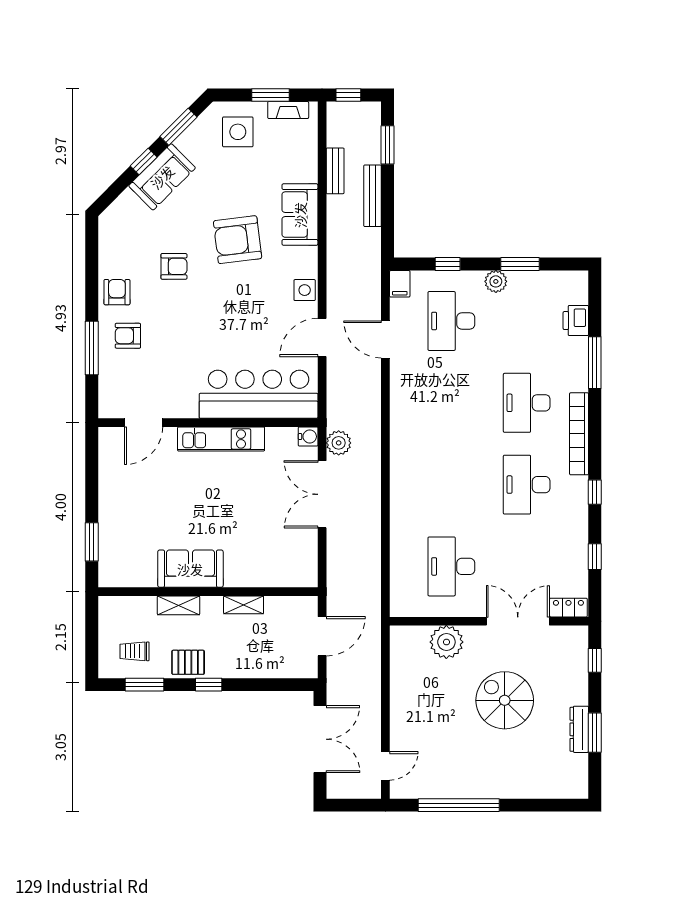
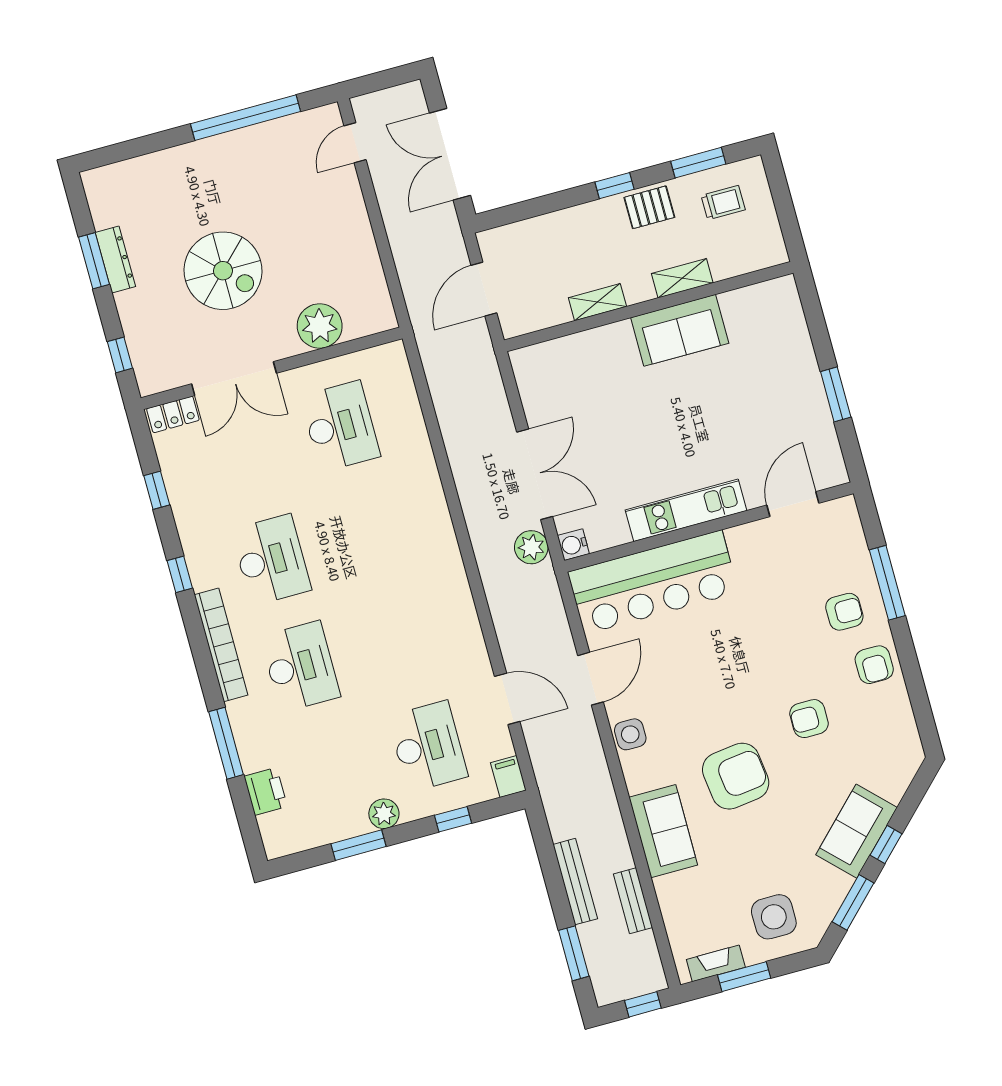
window: (92, 542) -> (836, 394), moved

